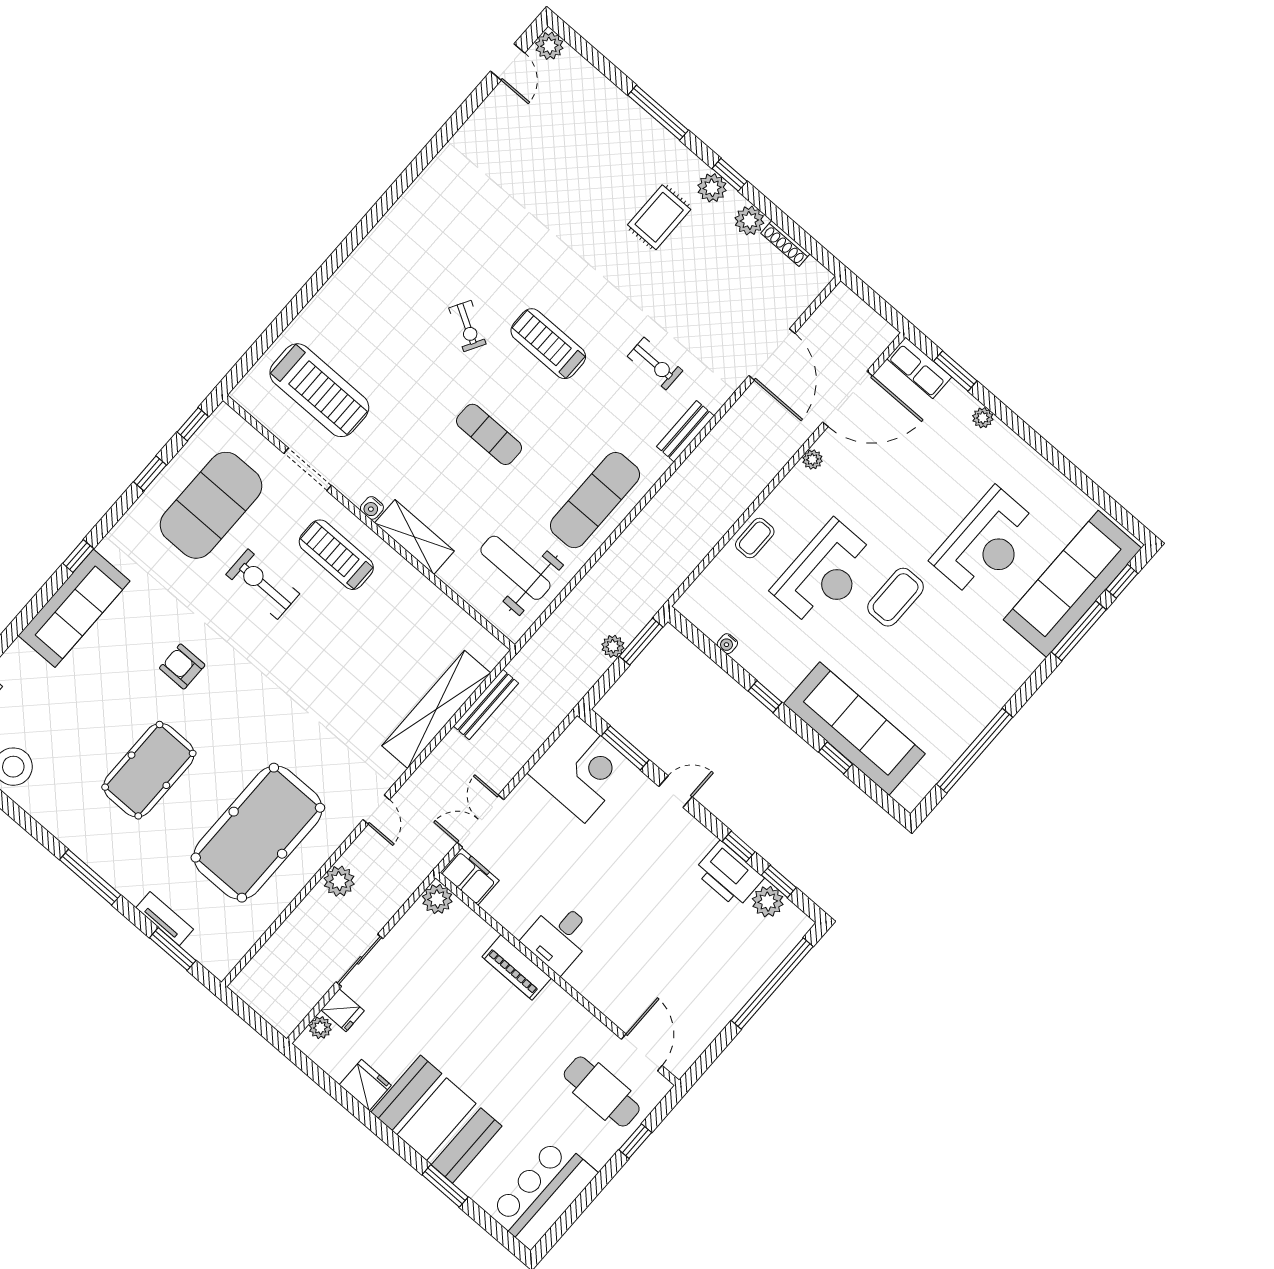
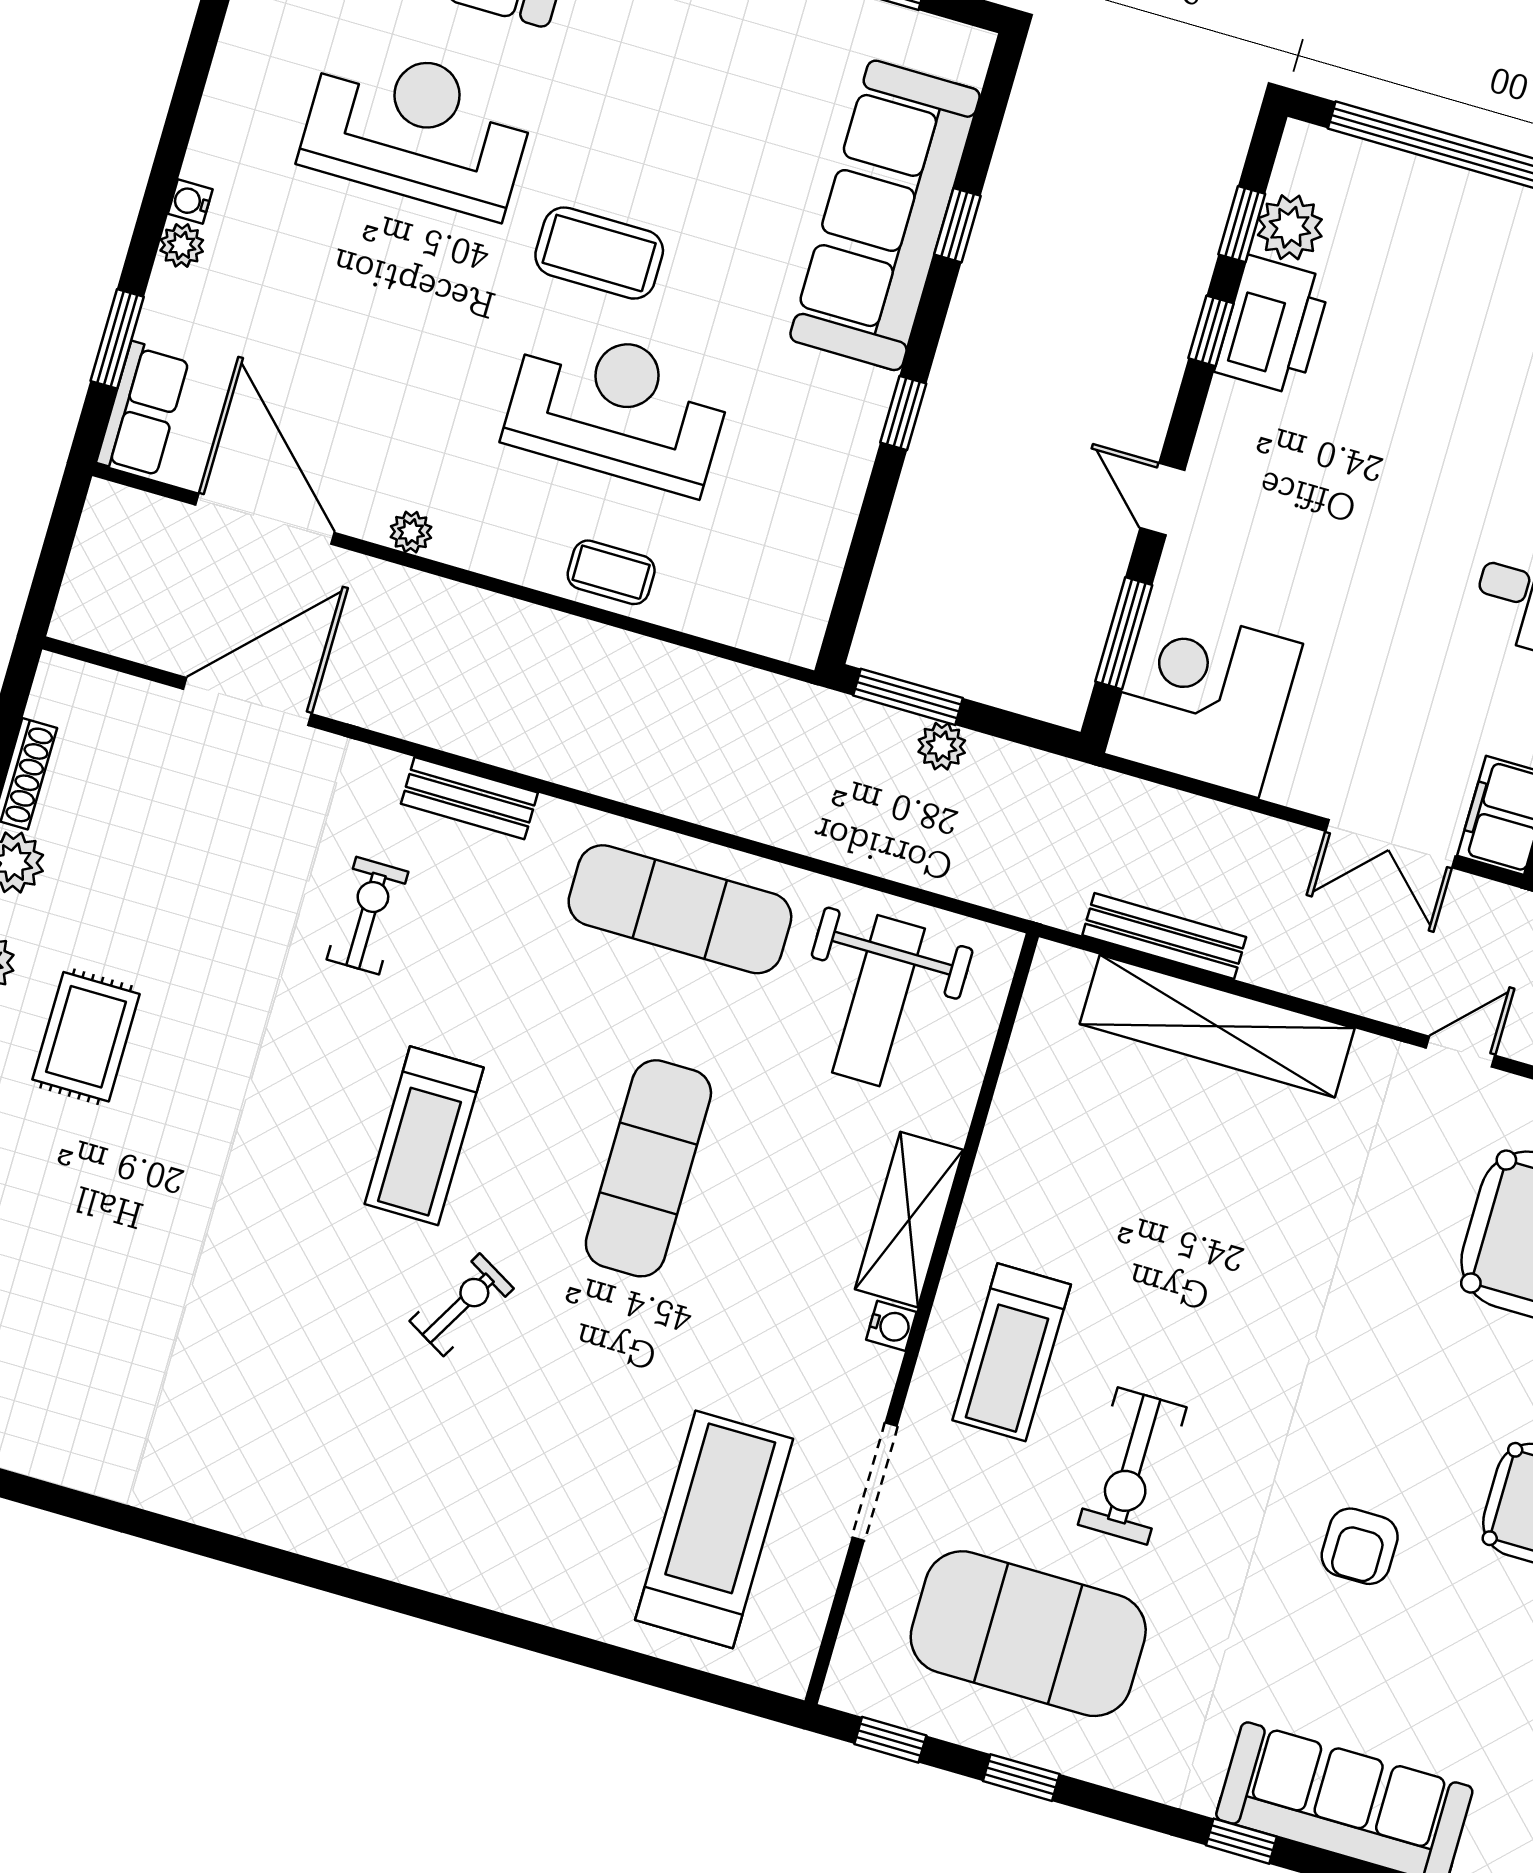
rug: (659, 217) -> (86, 1037), turned 90
exercise mat: (489, 434) -> (648, 1168), width x1.36, depth x1.45
water cooler: (727, 644) -> (190, 201), moved, turned 180

